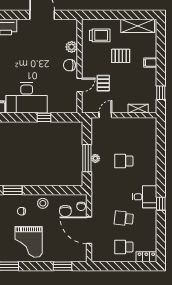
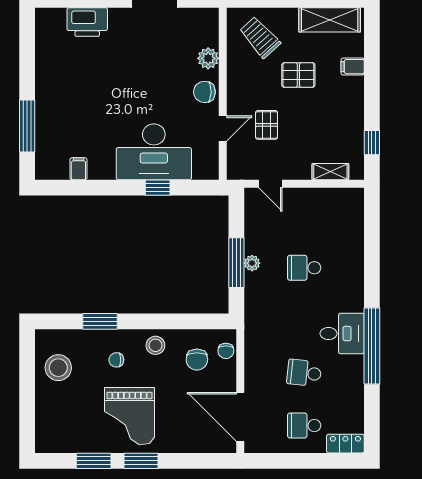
trolley: (100, 35) -> (260, 37), turned -132
filing cabinet: (150, 63) -> (353, 67), moved
desk: (27, 98) -> (154, 152), moved
door: (105, 115) -> (270, 184), swing flipped
window: (161, 204) -> (372, 346), width x3.17
door: (89, 230) -> (240, 417), moved
window: (63, 266) -> (141, 461), moved

